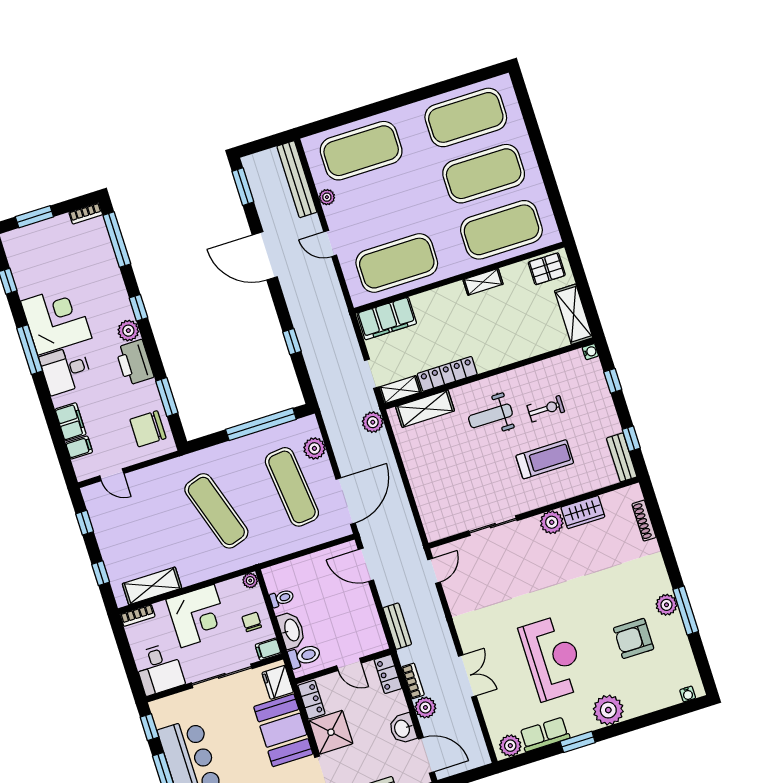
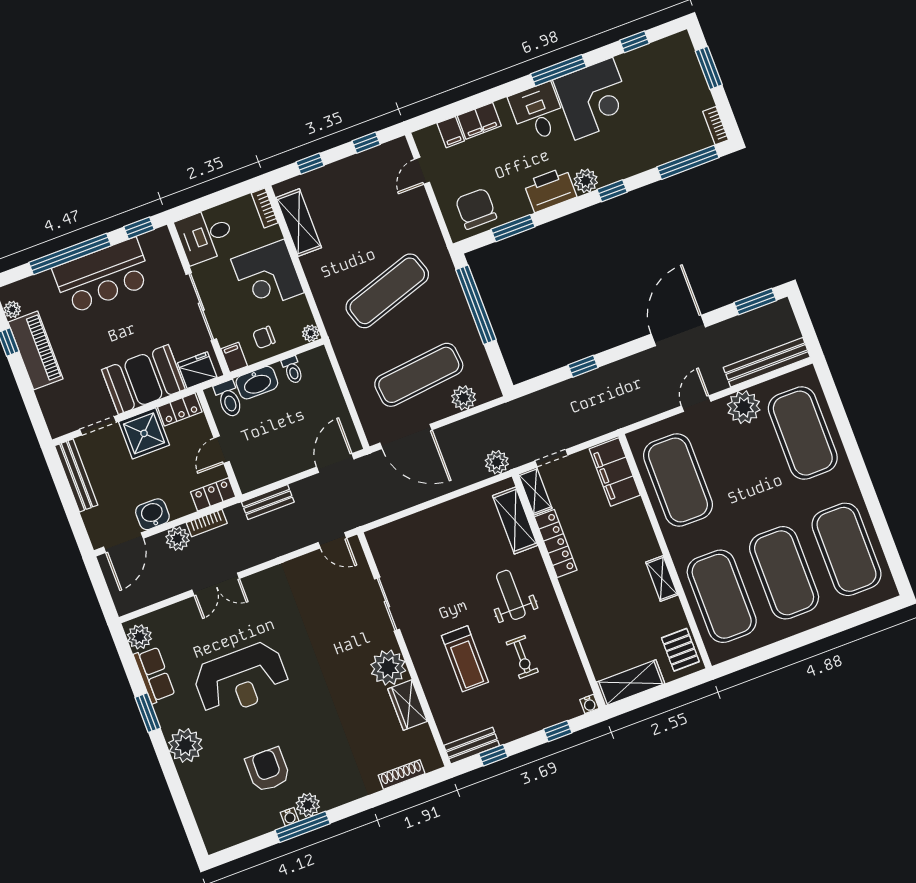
plant: (327, 197) -> (744, 407), width x1.87, depth x1.87
window: (261, 424) -> (476, 305), moved
plant: (552, 522) -> (388, 668), width x1.36, depth x1.36
chair: (252, 622) -> (264, 337), turned 180
water cooler: (688, 694) -> (290, 817), moved, turned -90

